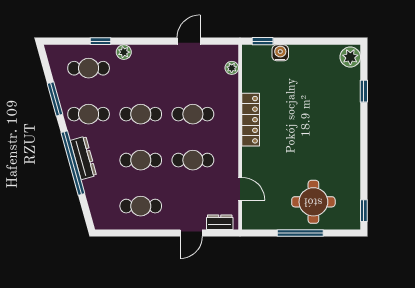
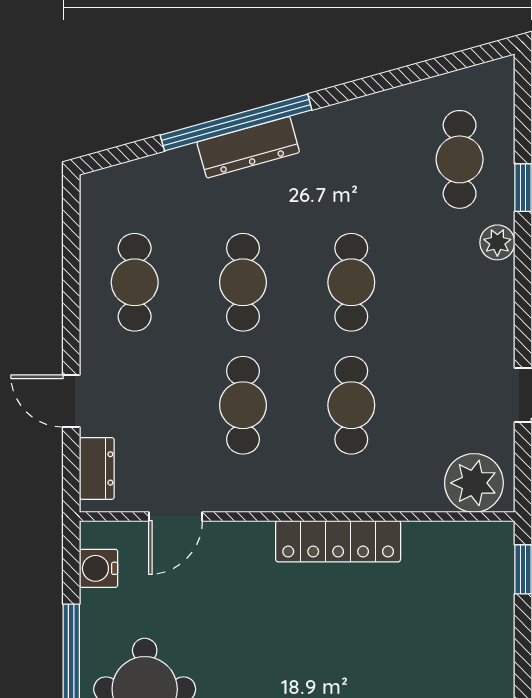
water cooler: (280, 53) -> (99, 568), moved, turned 180
plant: (232, 68) -> (474, 483), width x1.88, depth x1.88
window: (55, 99) -> (387, 81), removed
cafe table: (89, 114) -> (351, 159), removed

